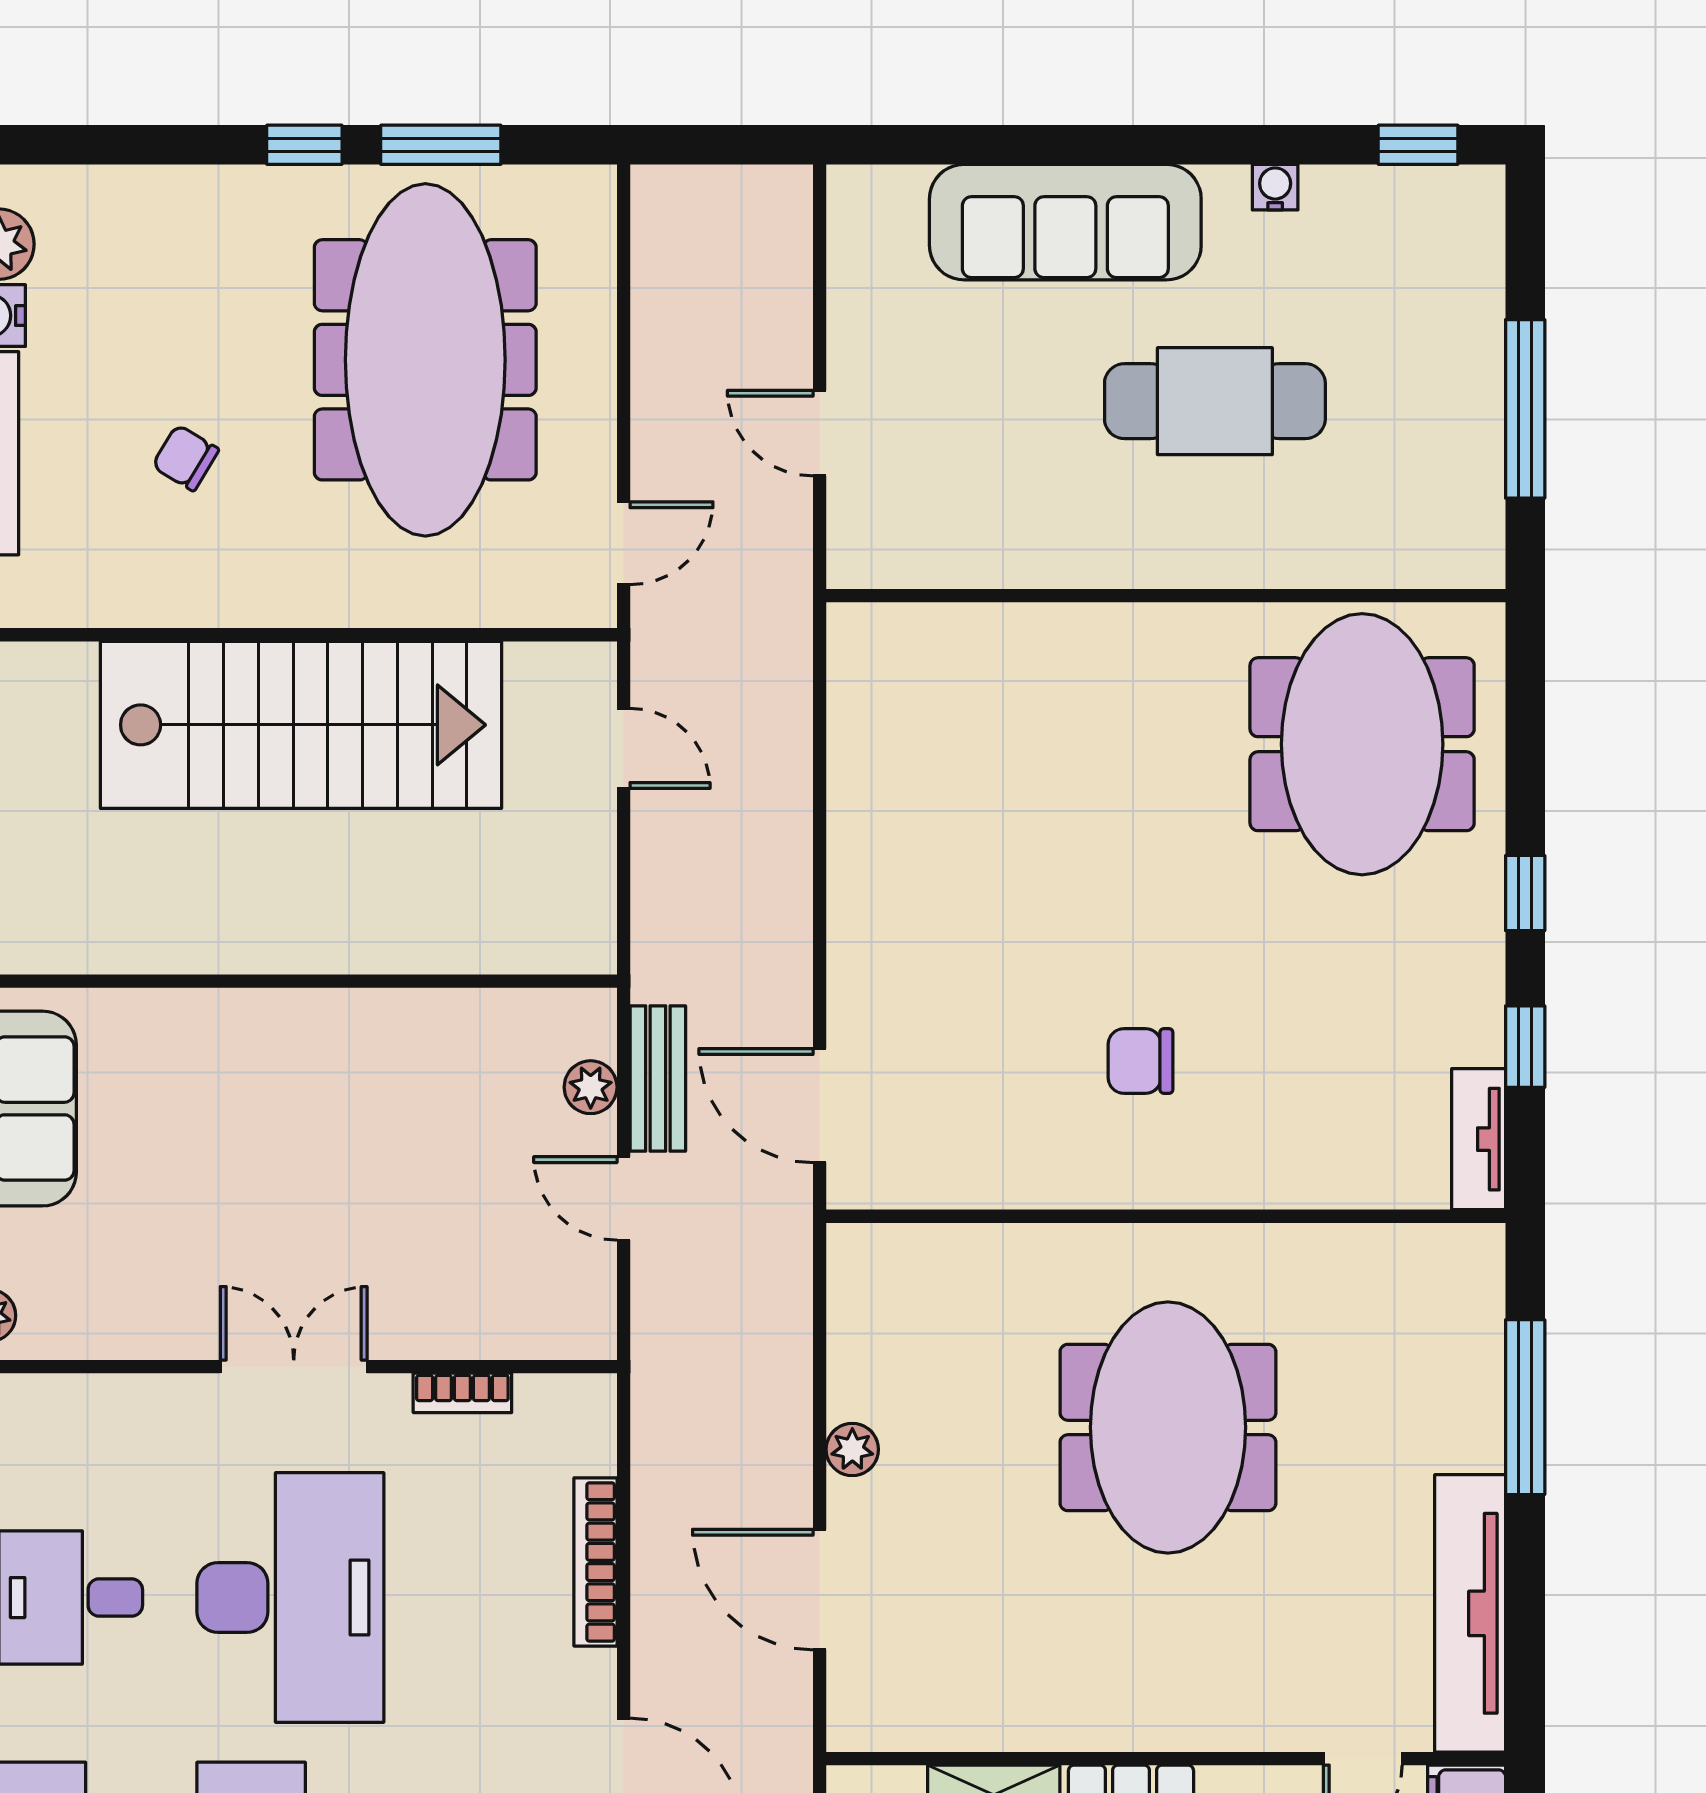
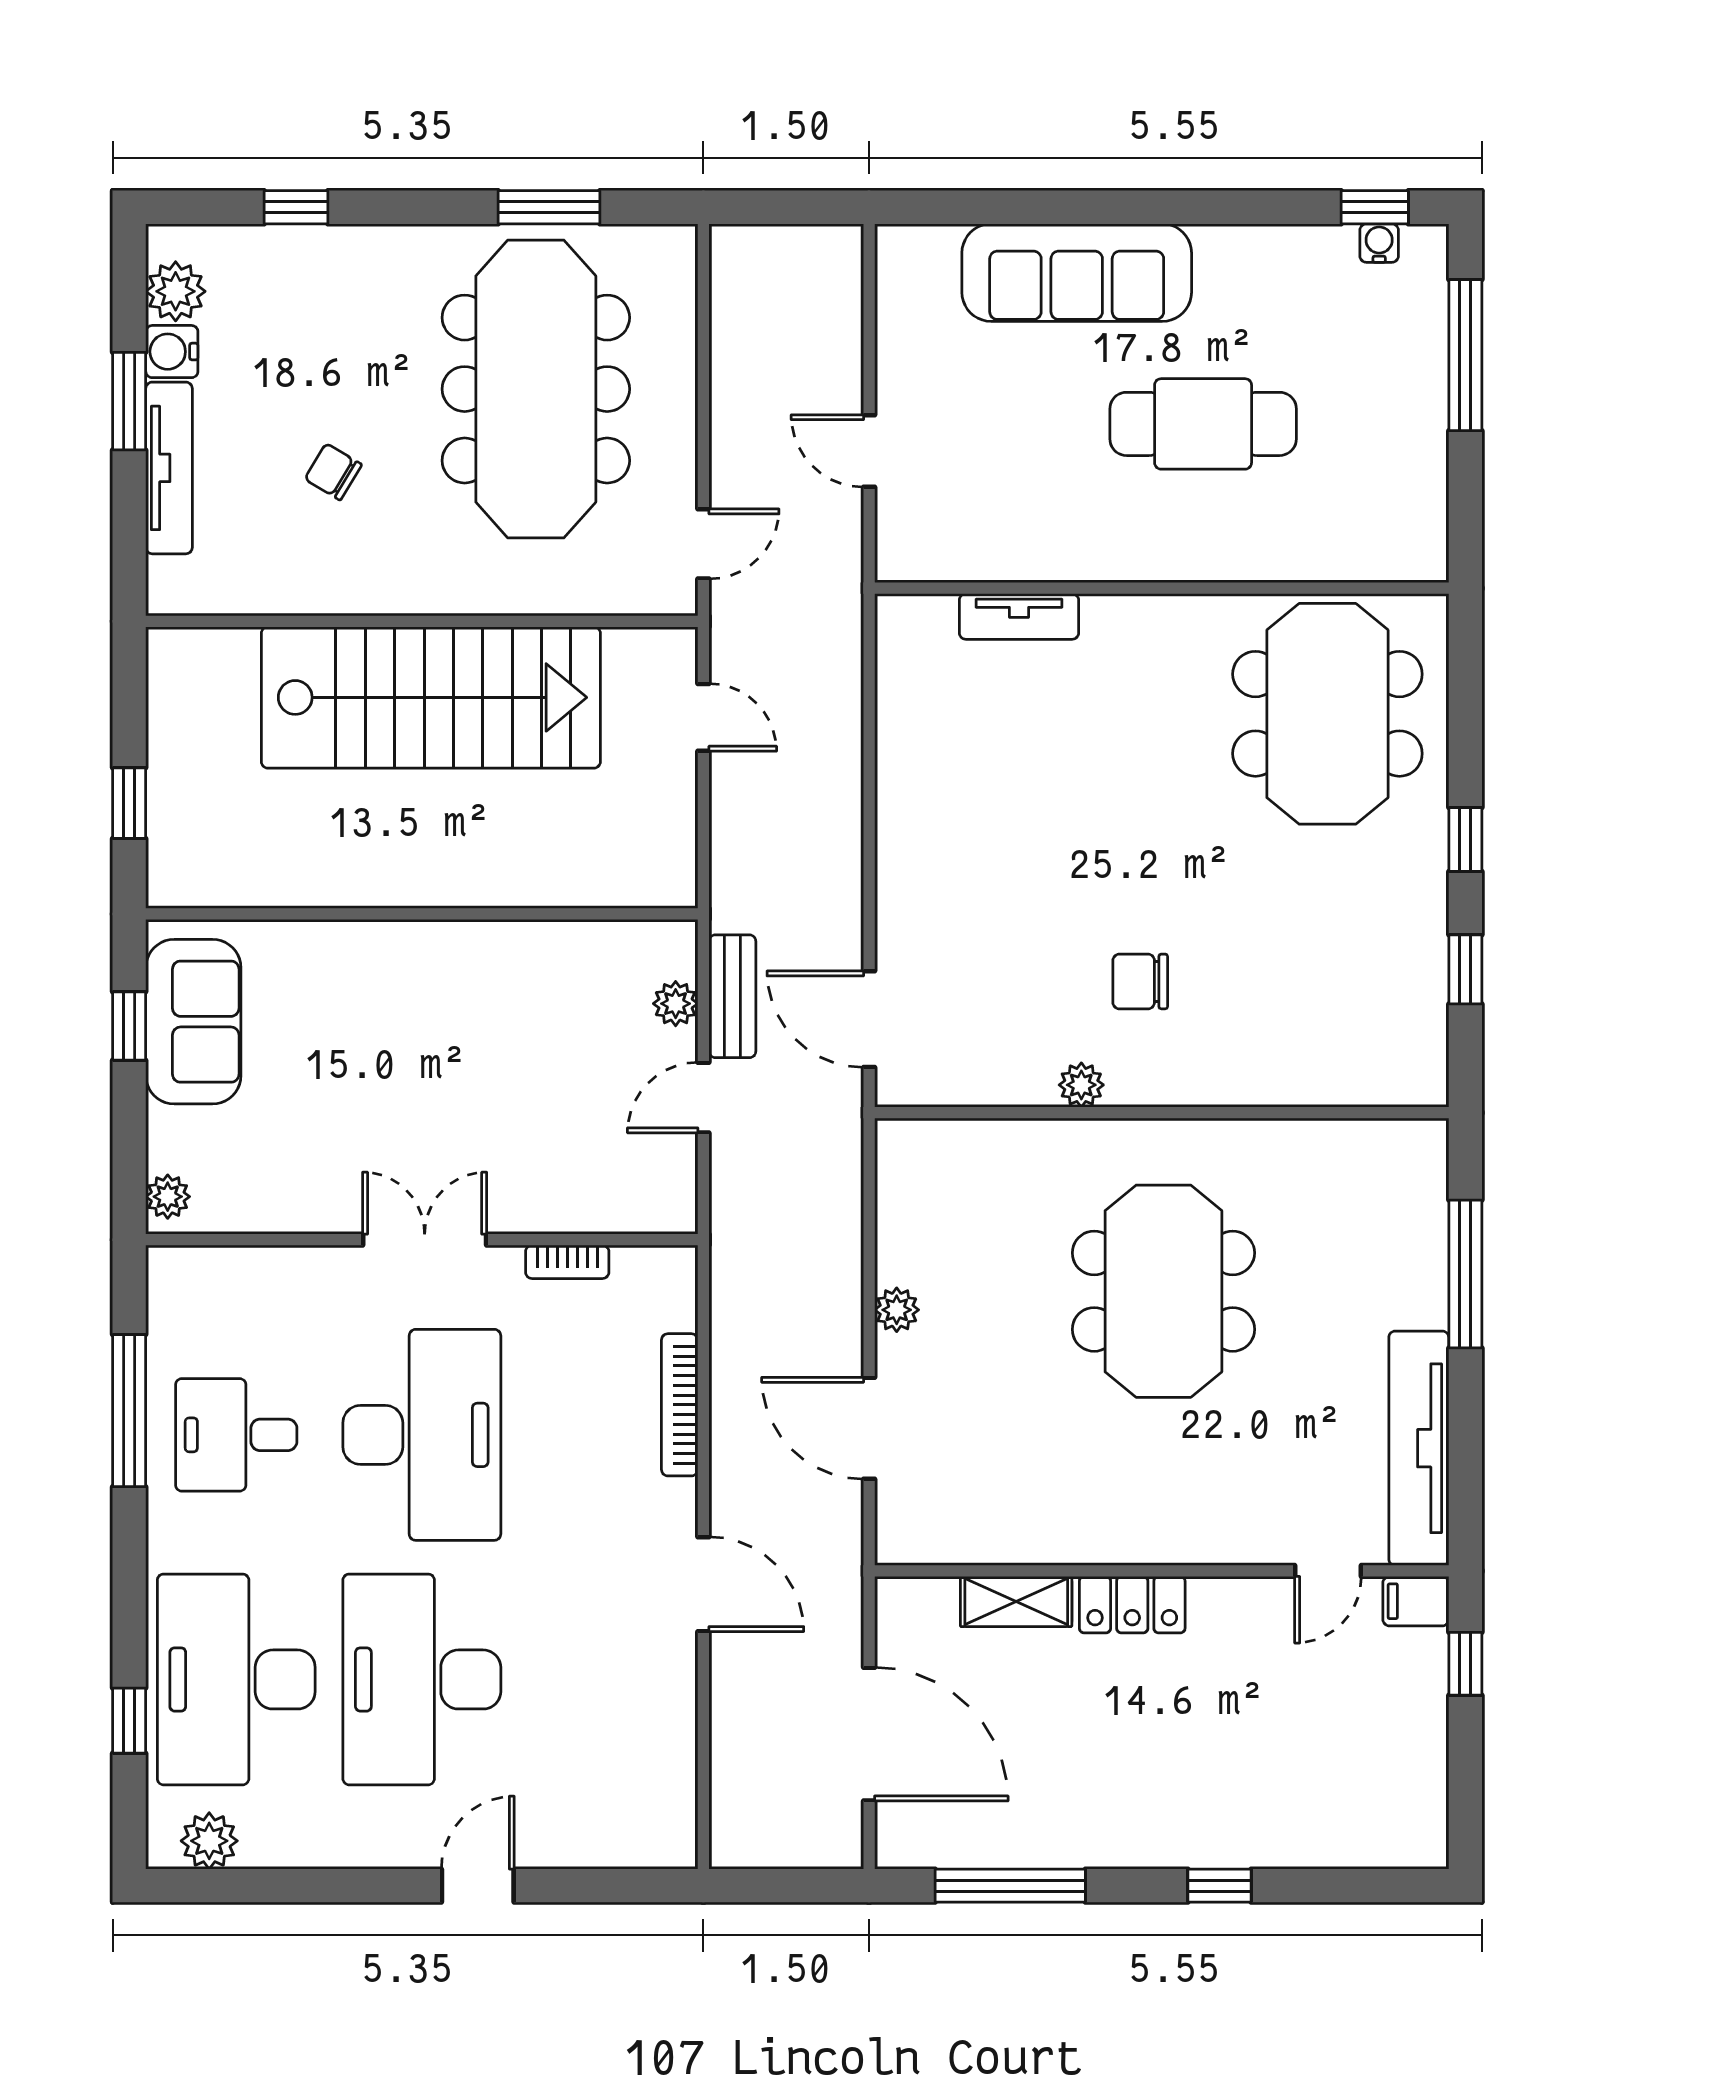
window: (304, 145) -> (296, 207), moved
water cooler: (1275, 187) -> (1379, 243), moved
window: (1525, 409) -> (1465, 355), moved
tv unit: (1479, 1139) -> (1019, 616), moved, turned -90
plant: (1071, 1183) -> (1081, 1085), added
door: (624, 1198) -> (703, 1098), hinge flipped

